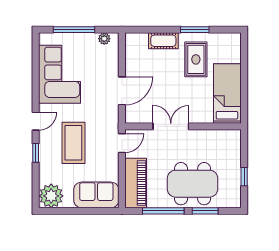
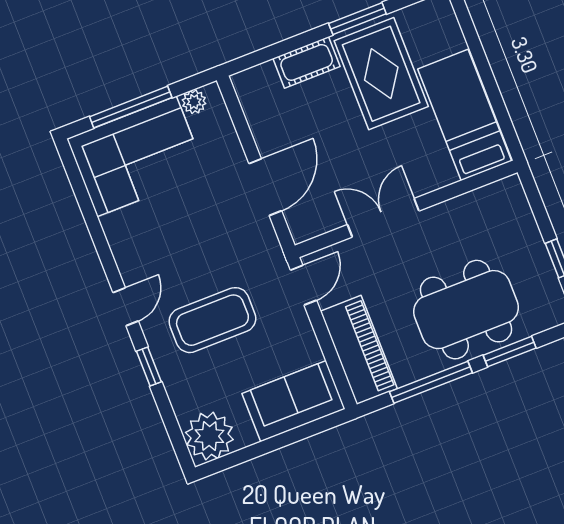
rug: (196, 59) -> (381, 74), width x1.36, depth x1.43
corner sofa: (60, 74) -> (137, 156), moved, turned 90
coffee table: (73, 143) -> (212, 320), turned 90

